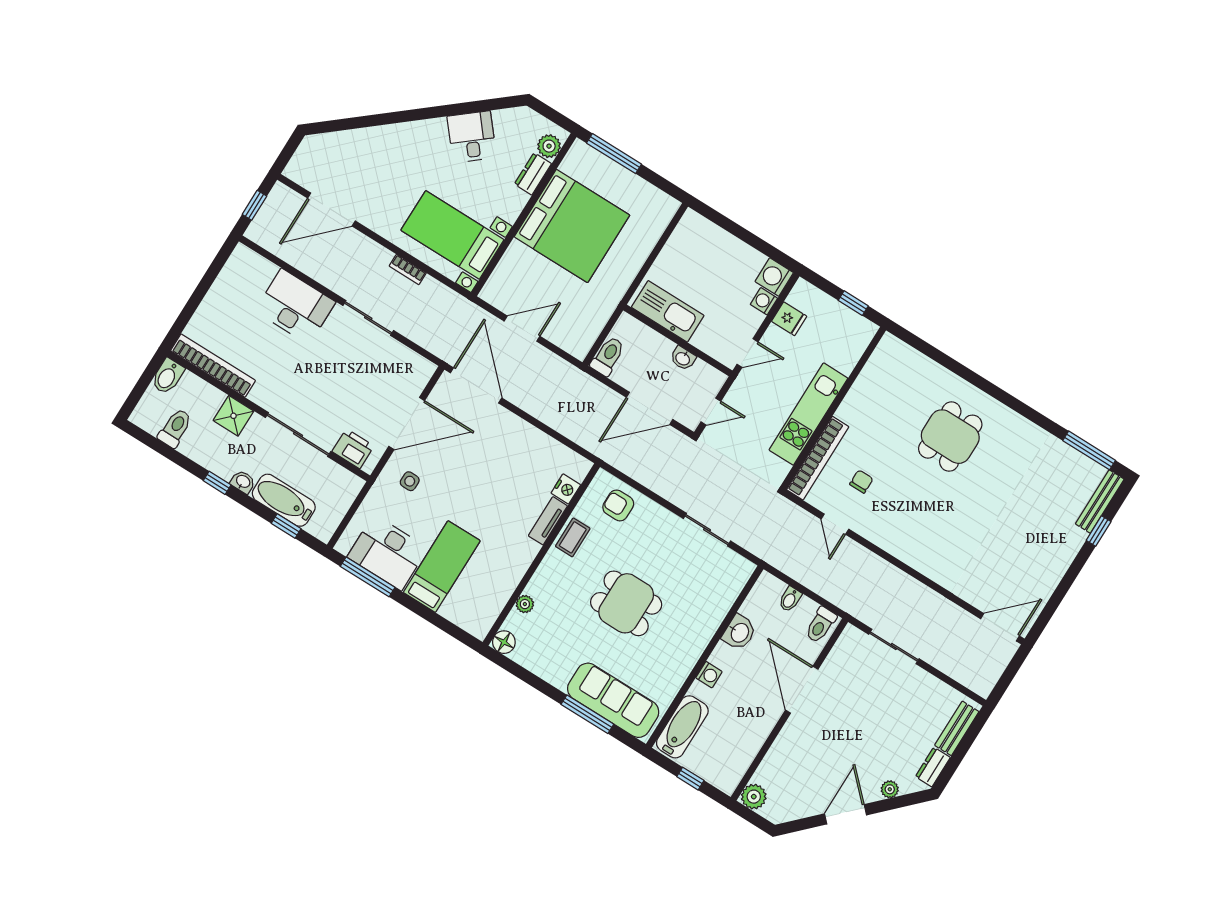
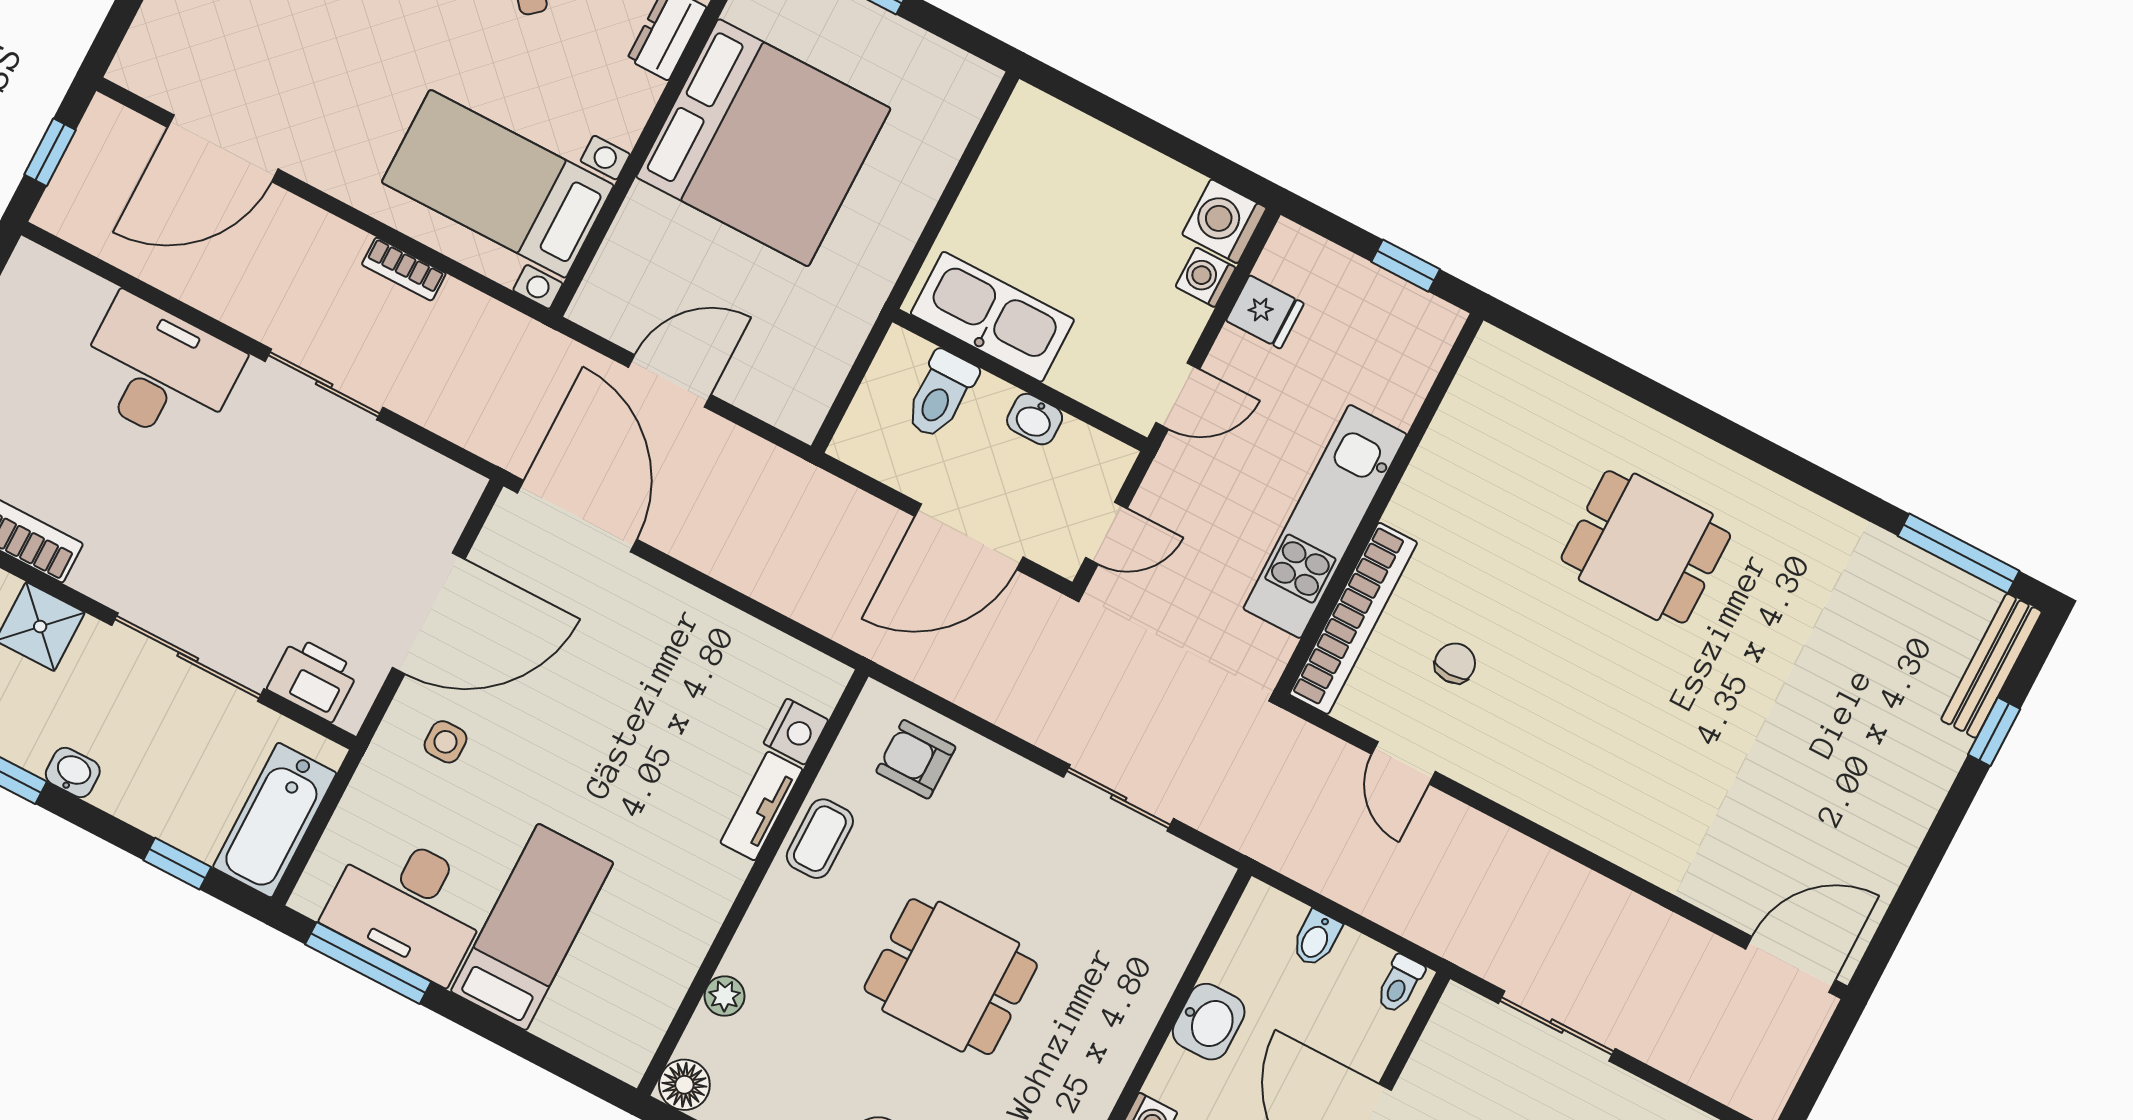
toilet: (608, 356) -> (941, 394), moved, turned 180
dining table: (950, 437) -> (1646, 547), turned 90
bathtub: (284, 500) -> (275, 820), moved, turned -90
toilet: (821, 625) -> (1400, 984), width x0.73, depth x0.72

